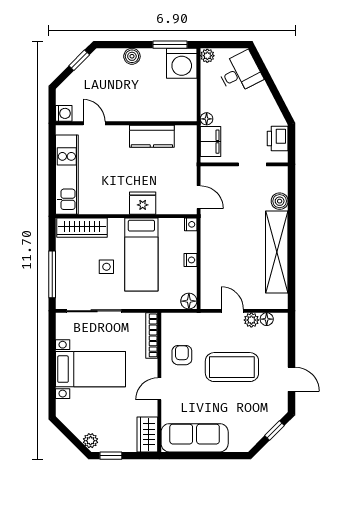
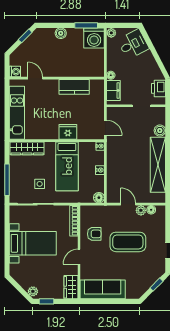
side table: (106, 267) -> (40, 184), moved
armchair: (182, 355) -> (94, 234), turned 90

